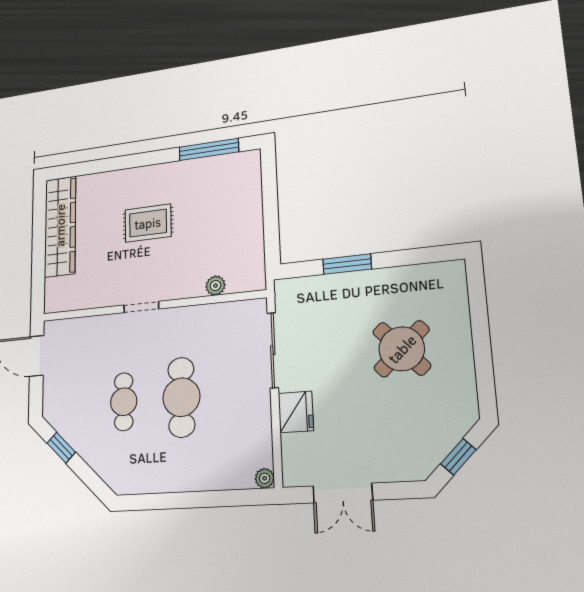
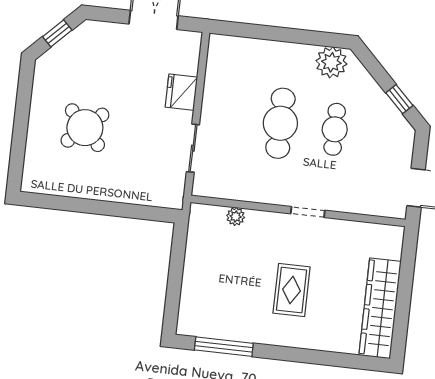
rug: (148, 223) -> (292, 290), turned 90
window: (347, 264) -> (117, 209), removed
sliding door: (273, 350) -> (193, 148), width x0.73
plant: (265, 478) -> (331, 62), moved, width x1.88, depth x1.88

